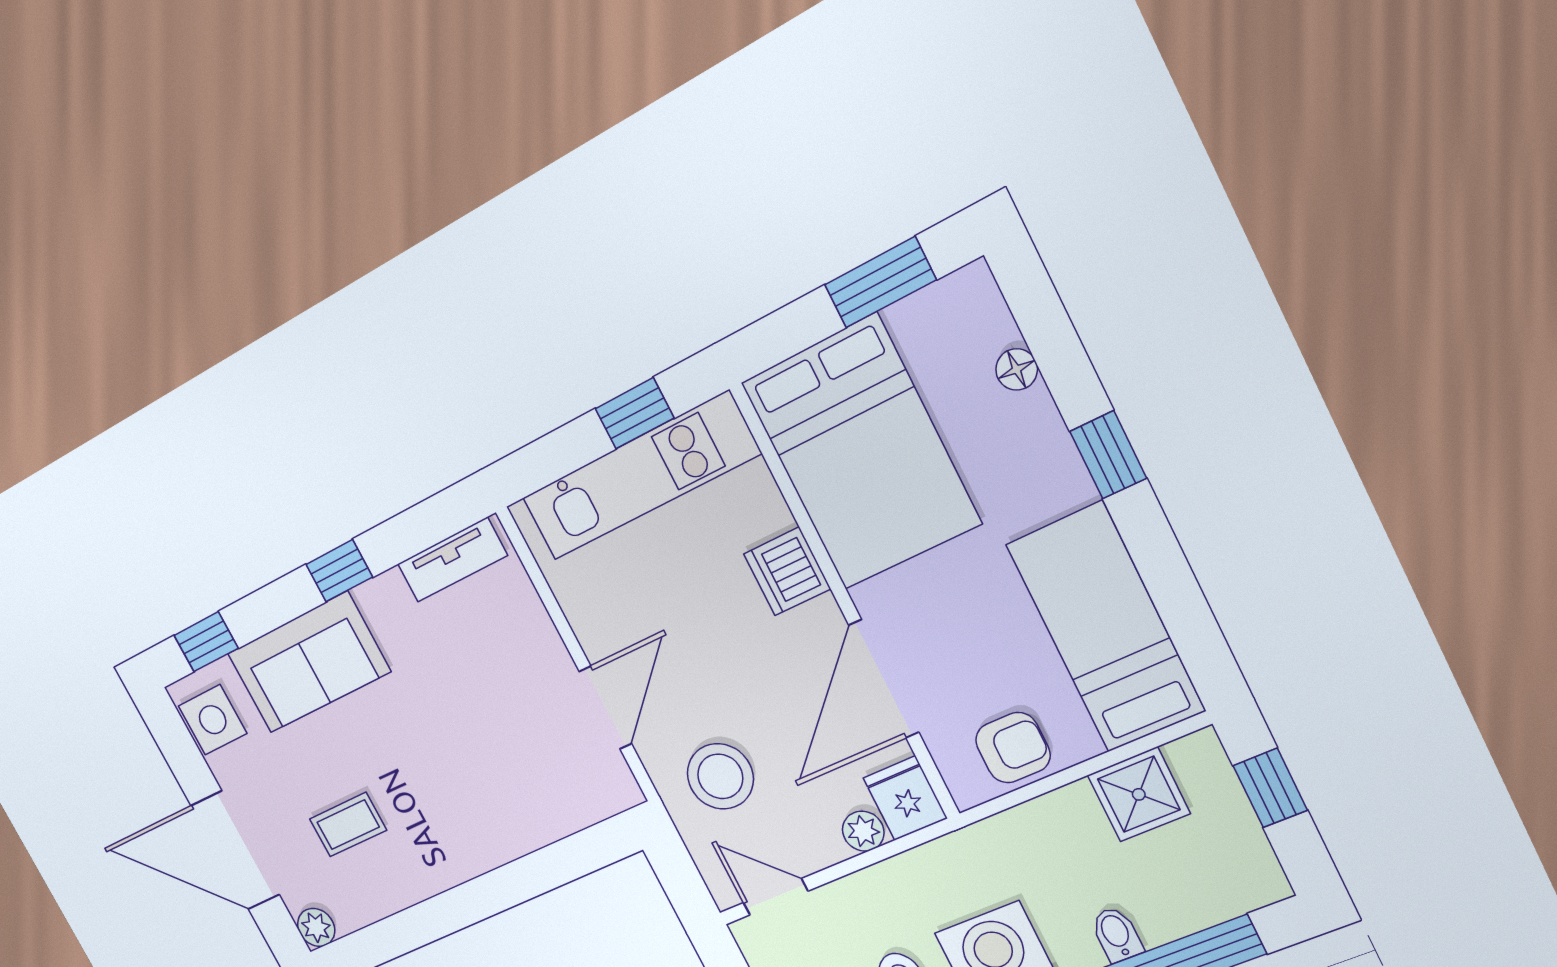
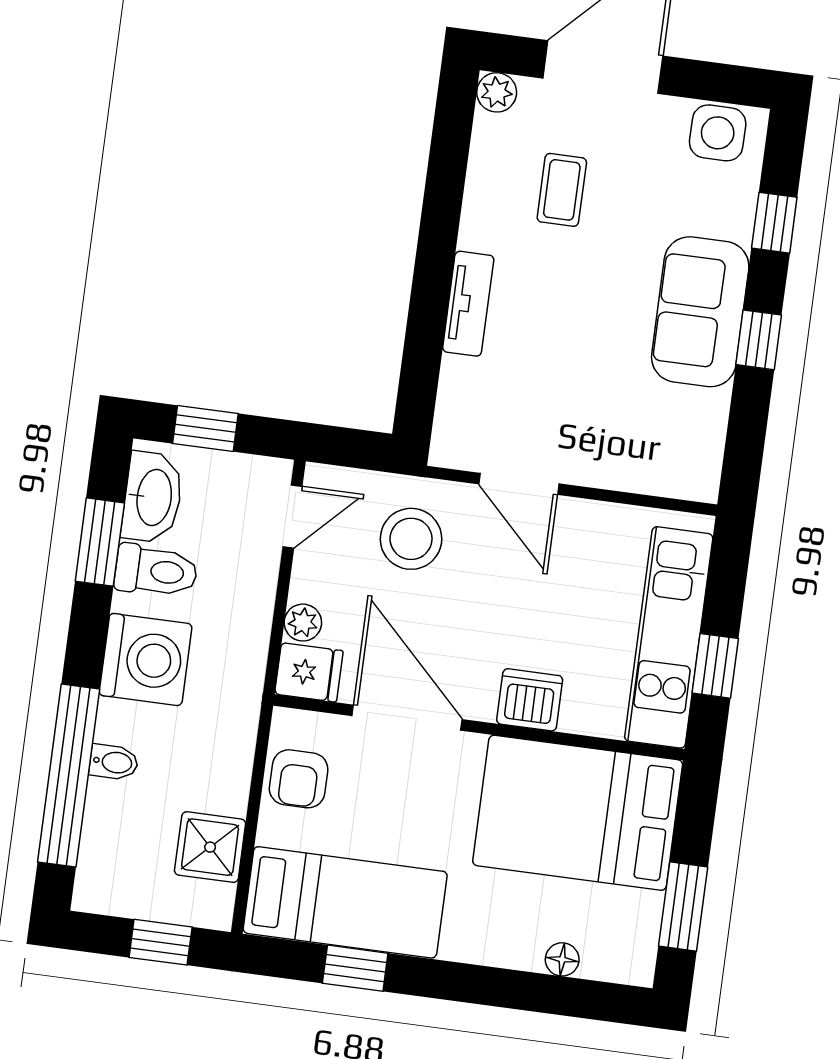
window: (1108, 455) -> (355, 968), moved
tv unit: (452, 560) -> (468, 304), moved, turned 180
window: (206, 642) -> (774, 223), moved
sofa: (309, 663) -> (700, 312), moved

